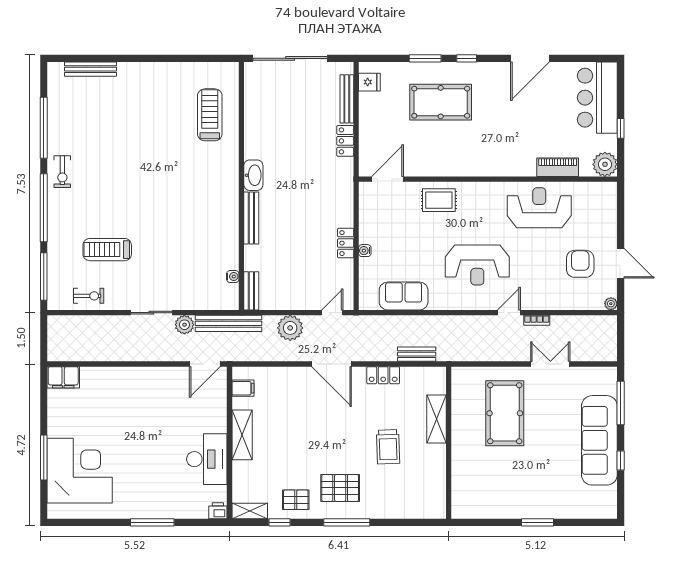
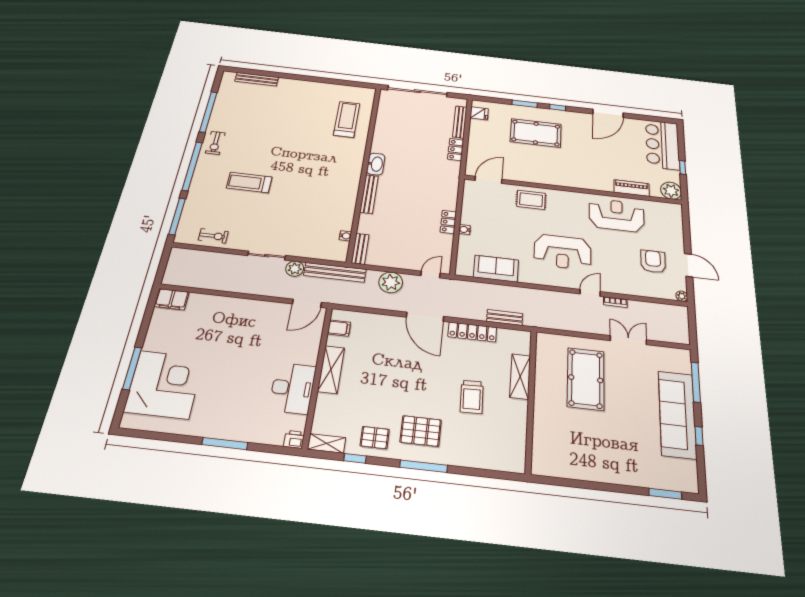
treadmill: (107, 250) -> (249, 182), moved
locker: (383, 375) -> (472, 332), width x1.53
window: (538, 522) -> (665, 494), moved

